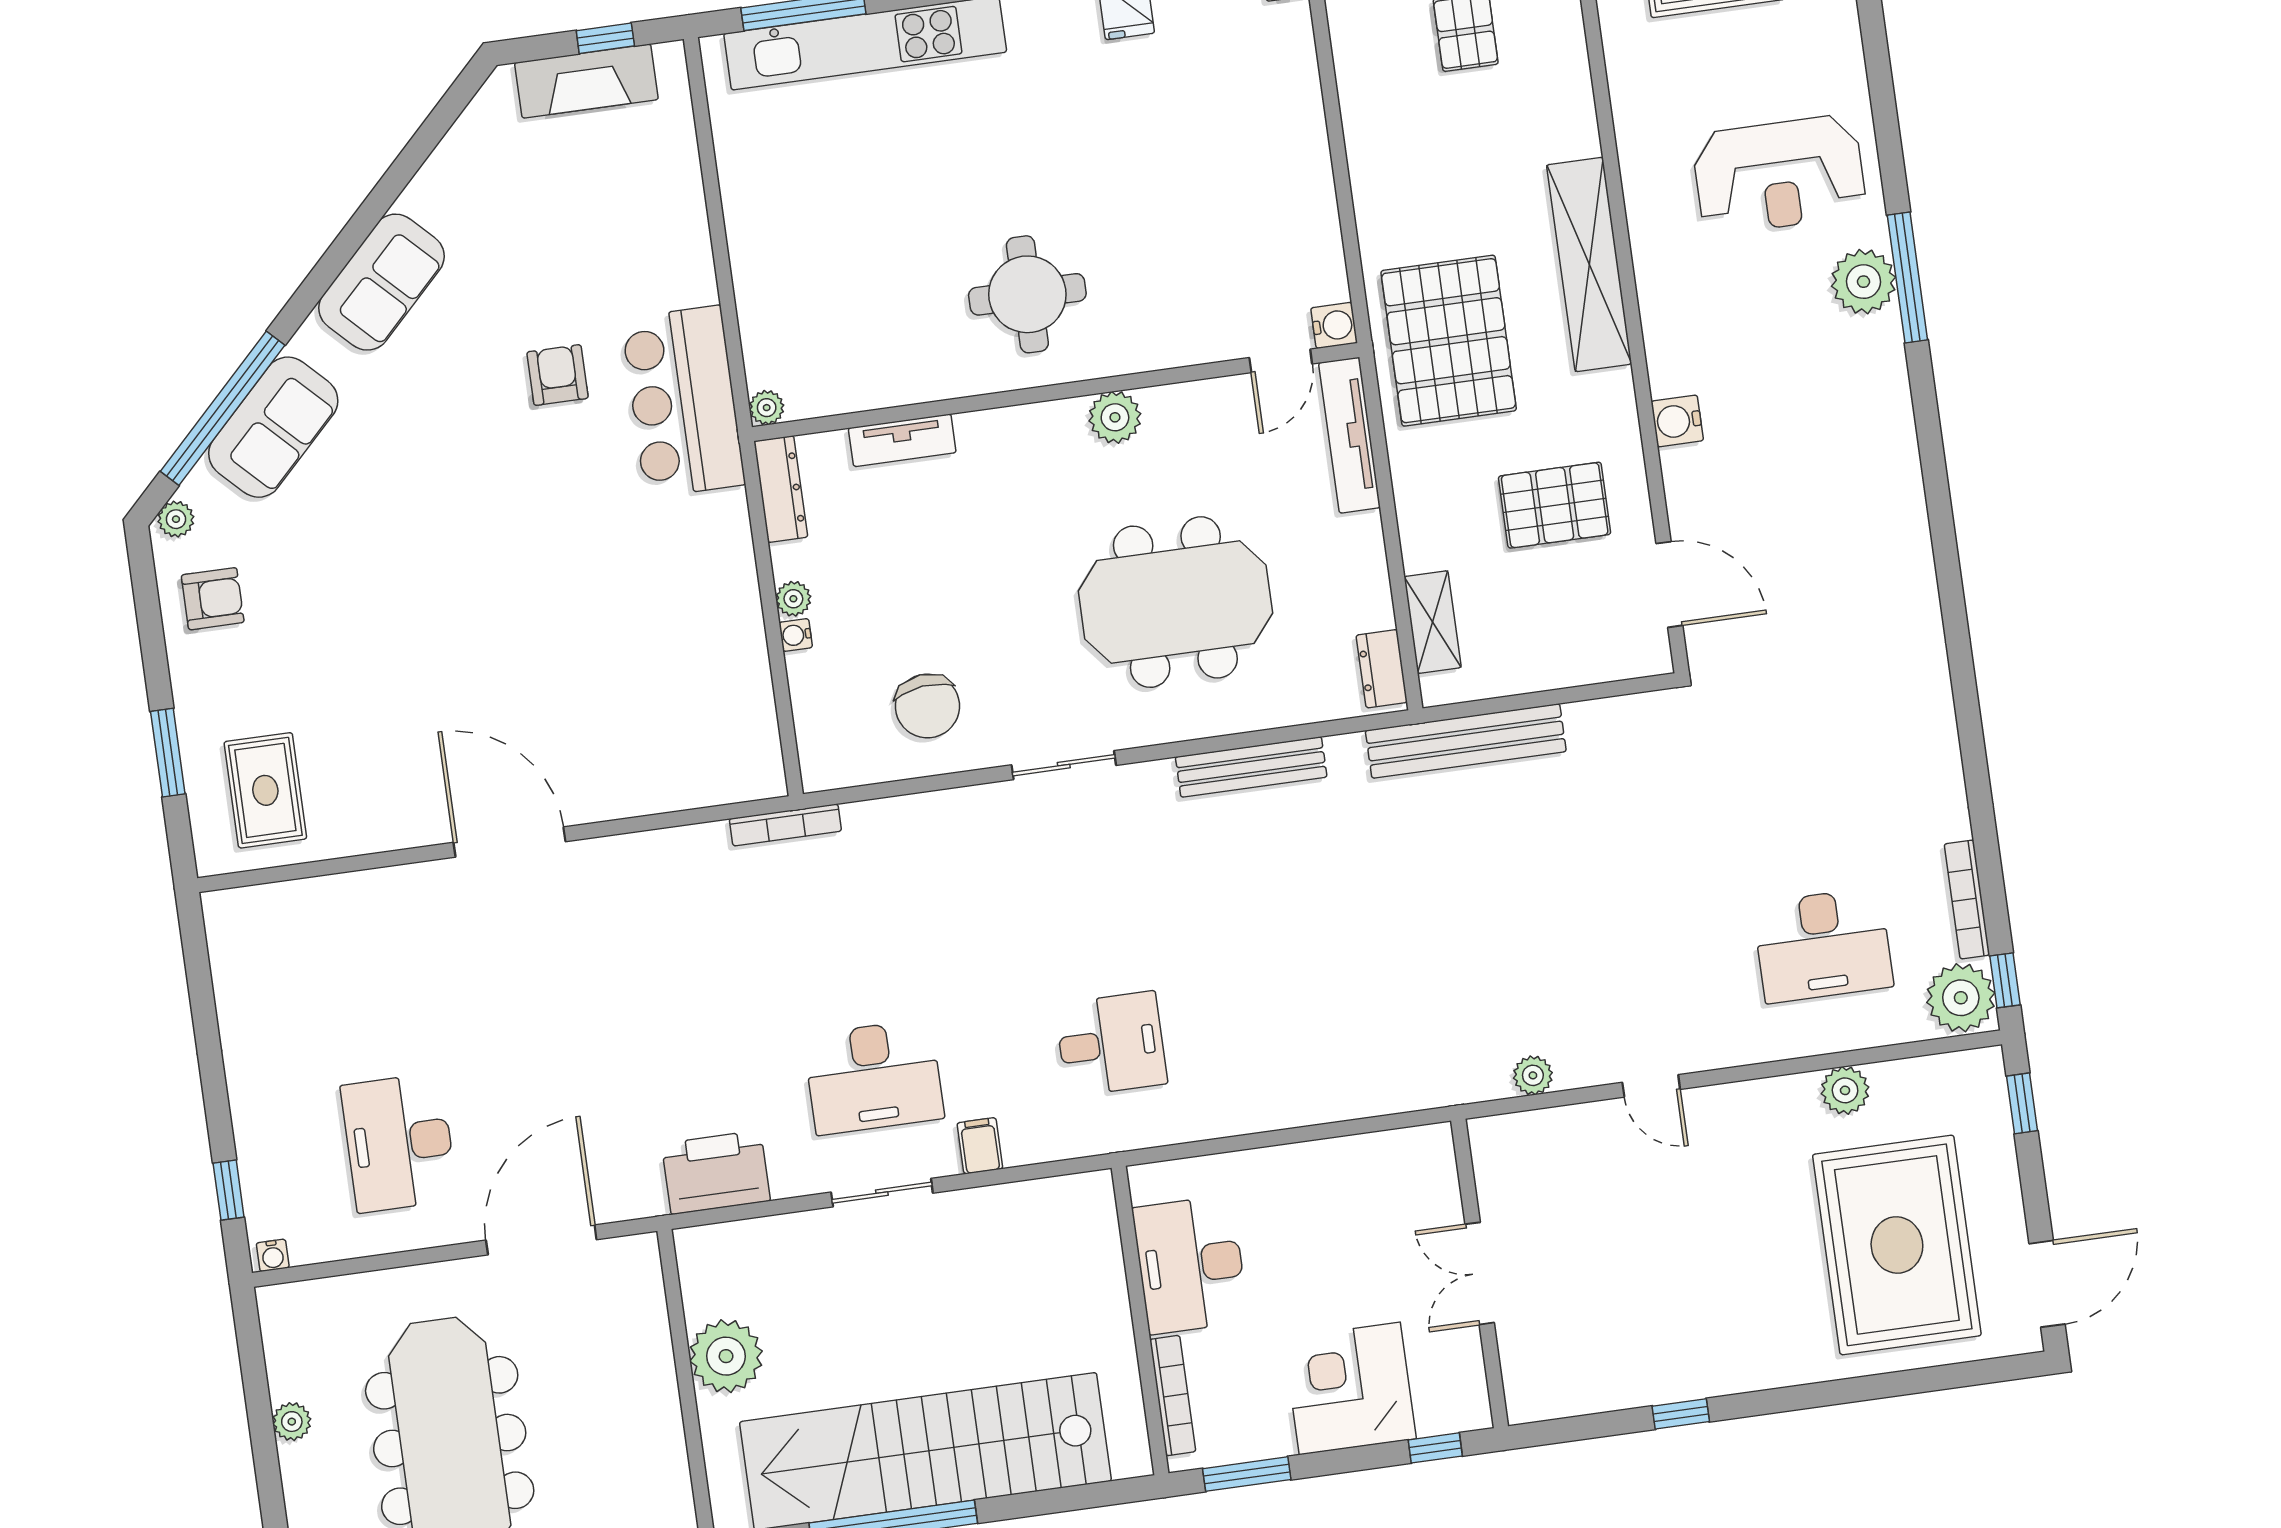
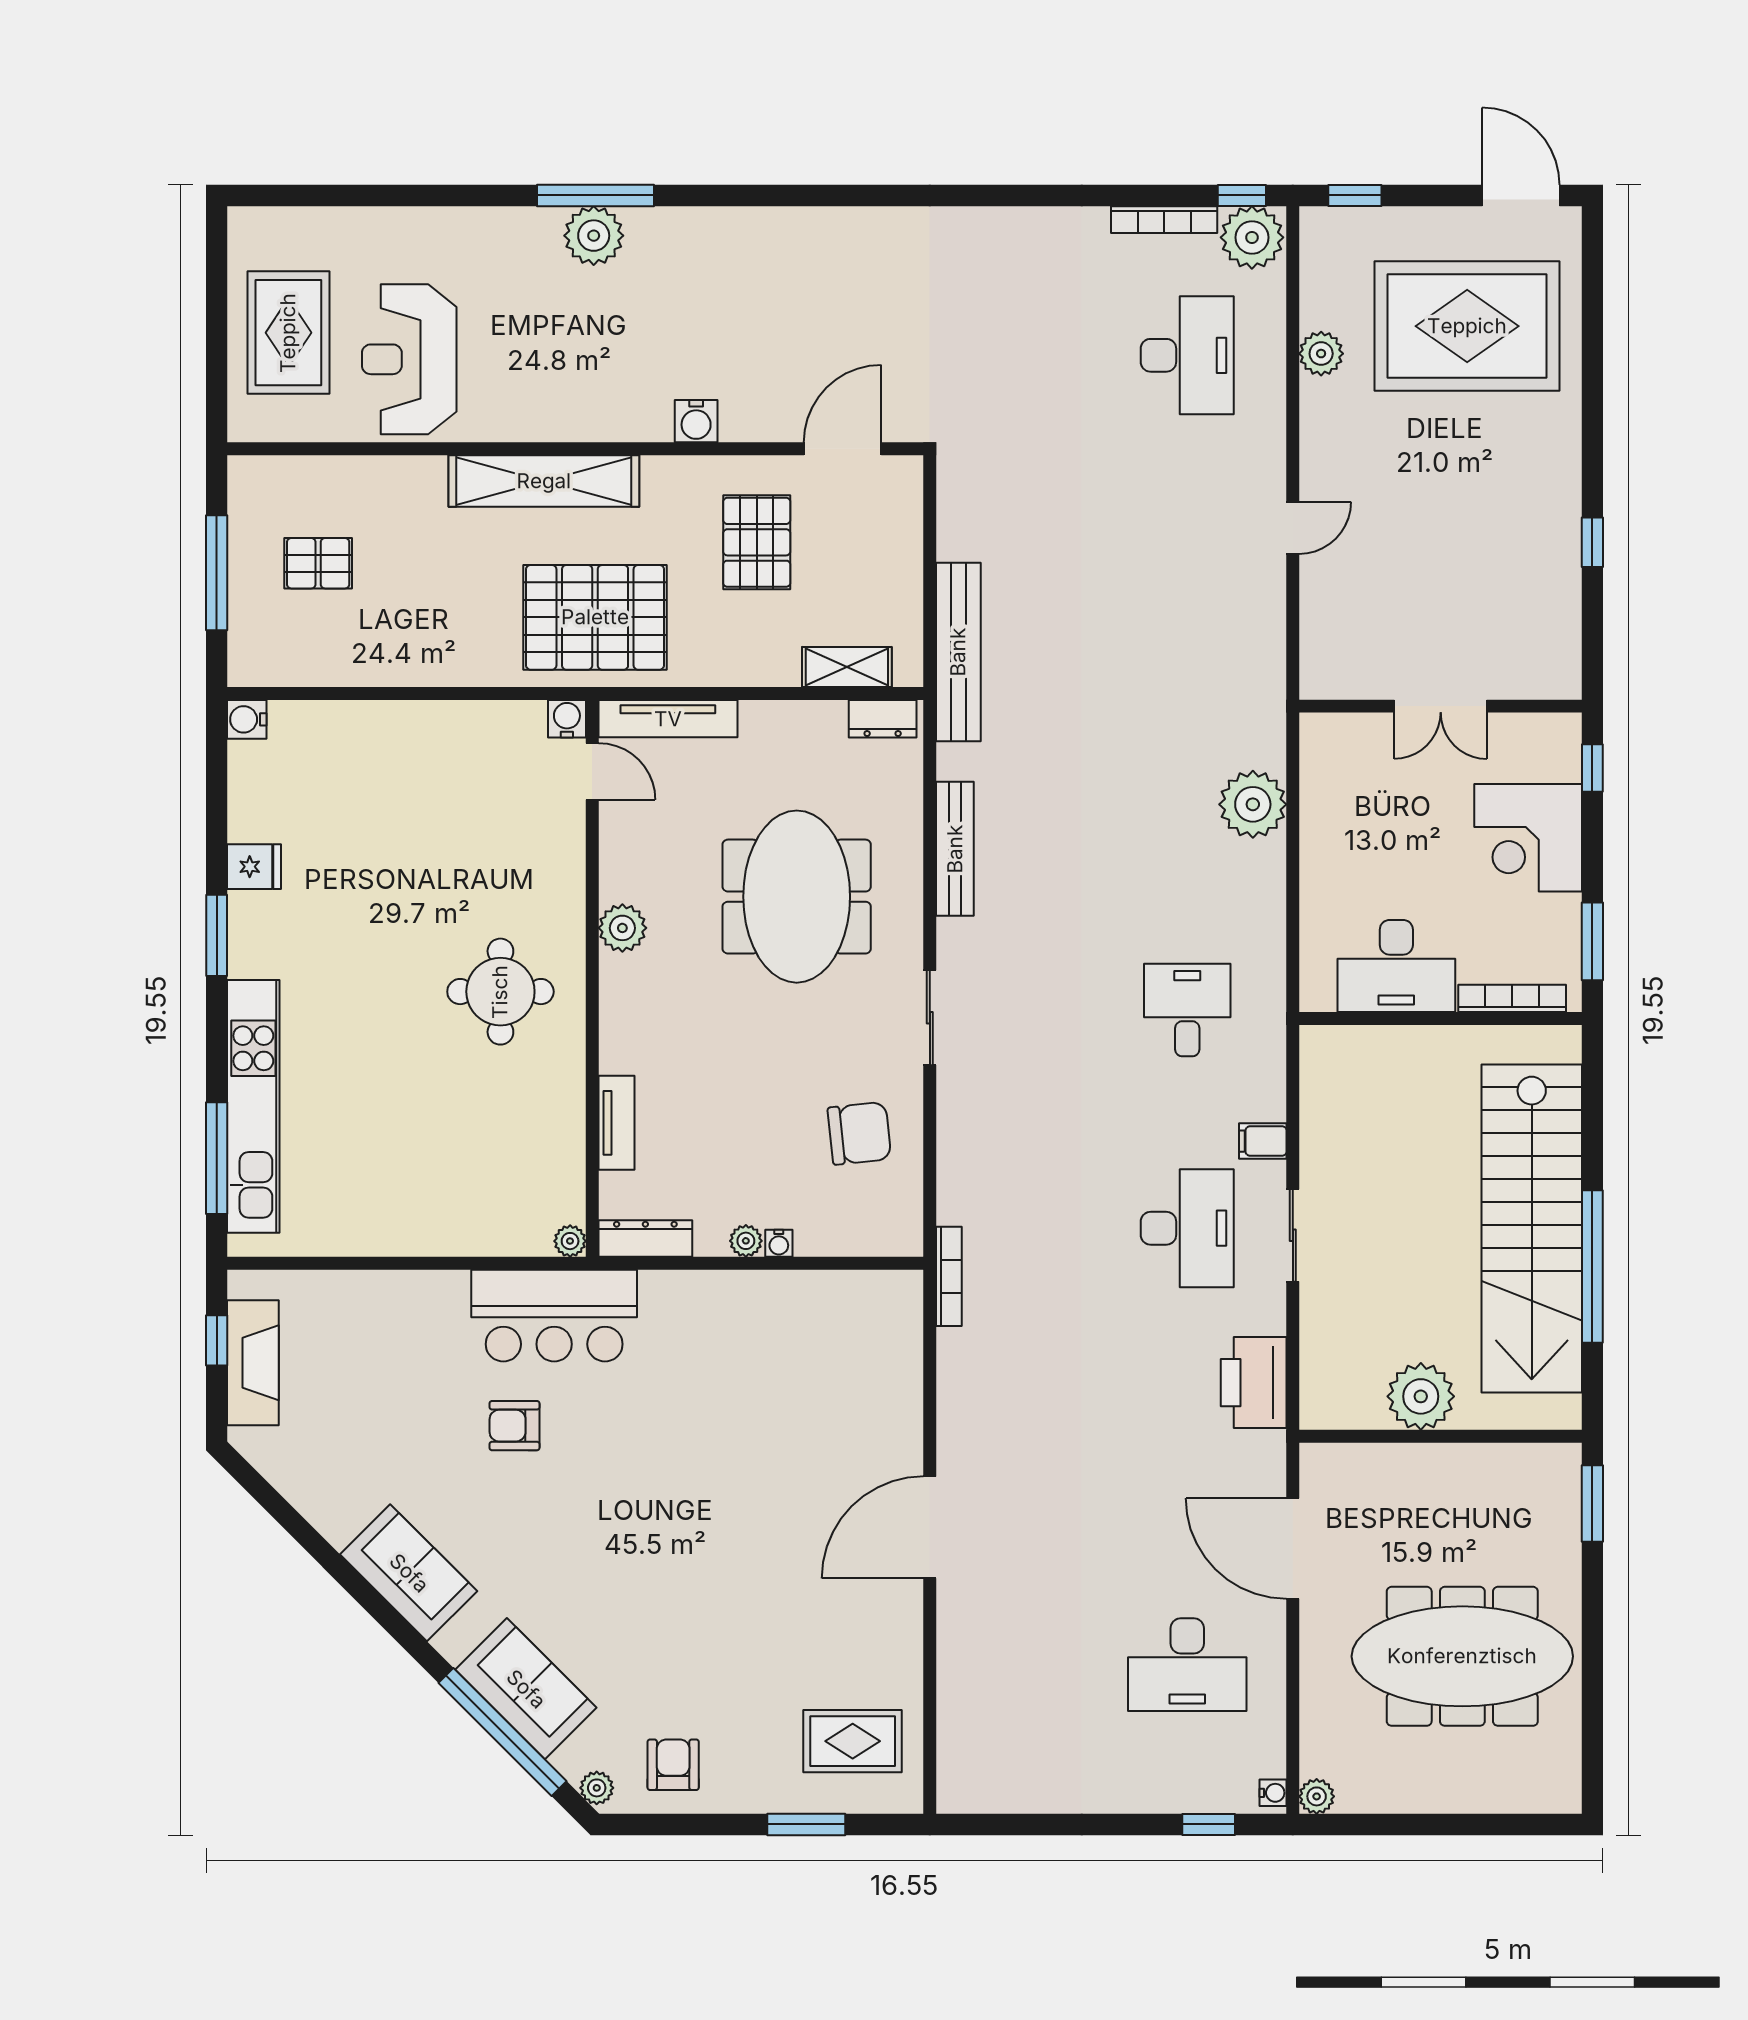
reception desk: (1779, 175) -> (409, 359), moved, turned 180
plant: (1533, 1075) -> (1253, 804), moved, width x1.88, depth x1.88
plant: (292, 1422) -> (1317, 1796), moved

